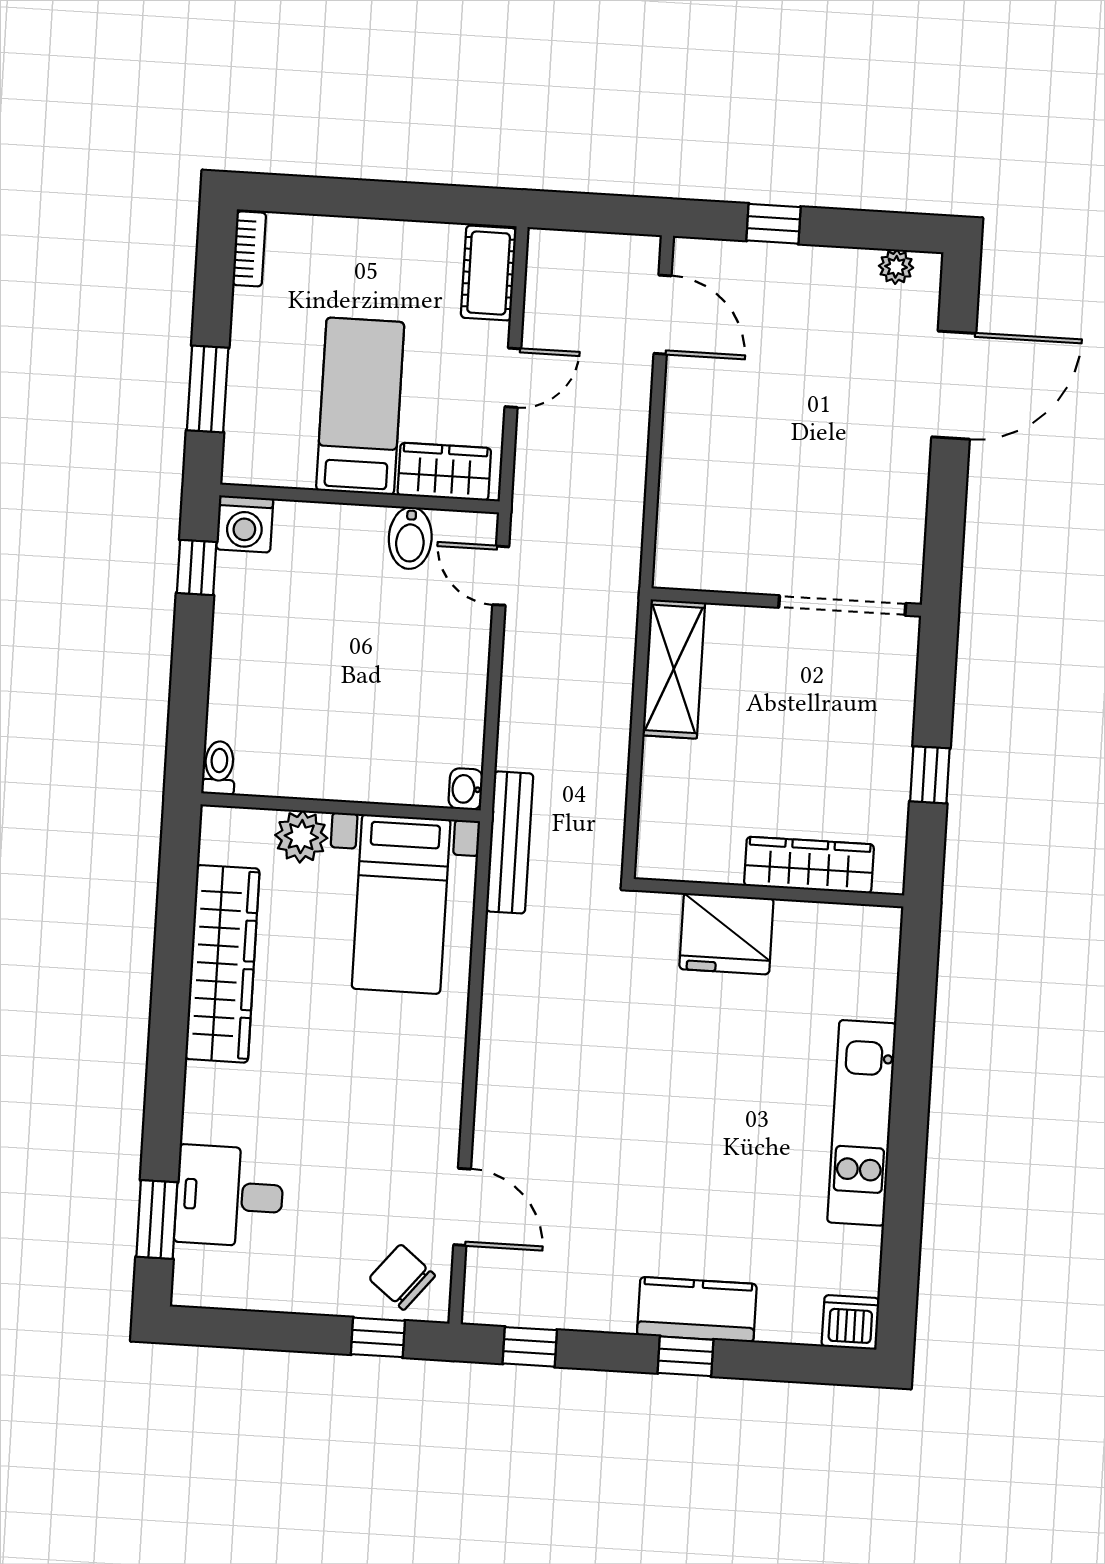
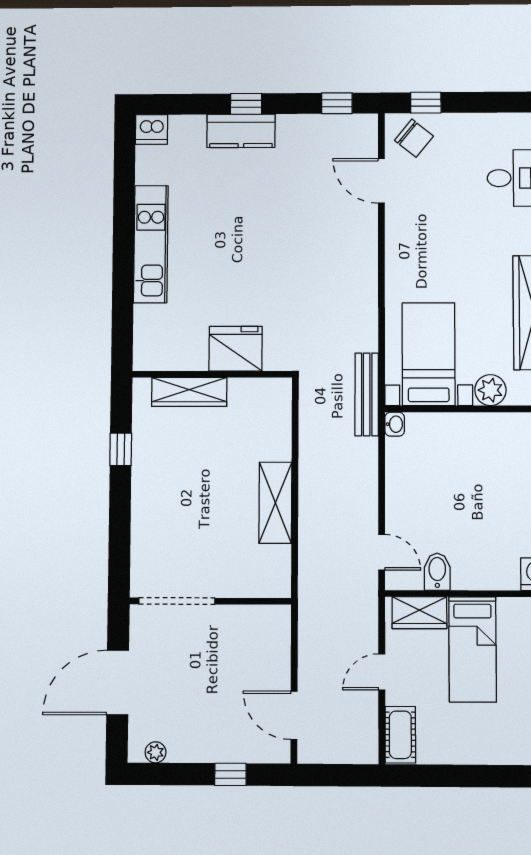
wall: (786, 602) -> (210, 601), moved
doorway: (842, 605) -> (177, 601), moved

